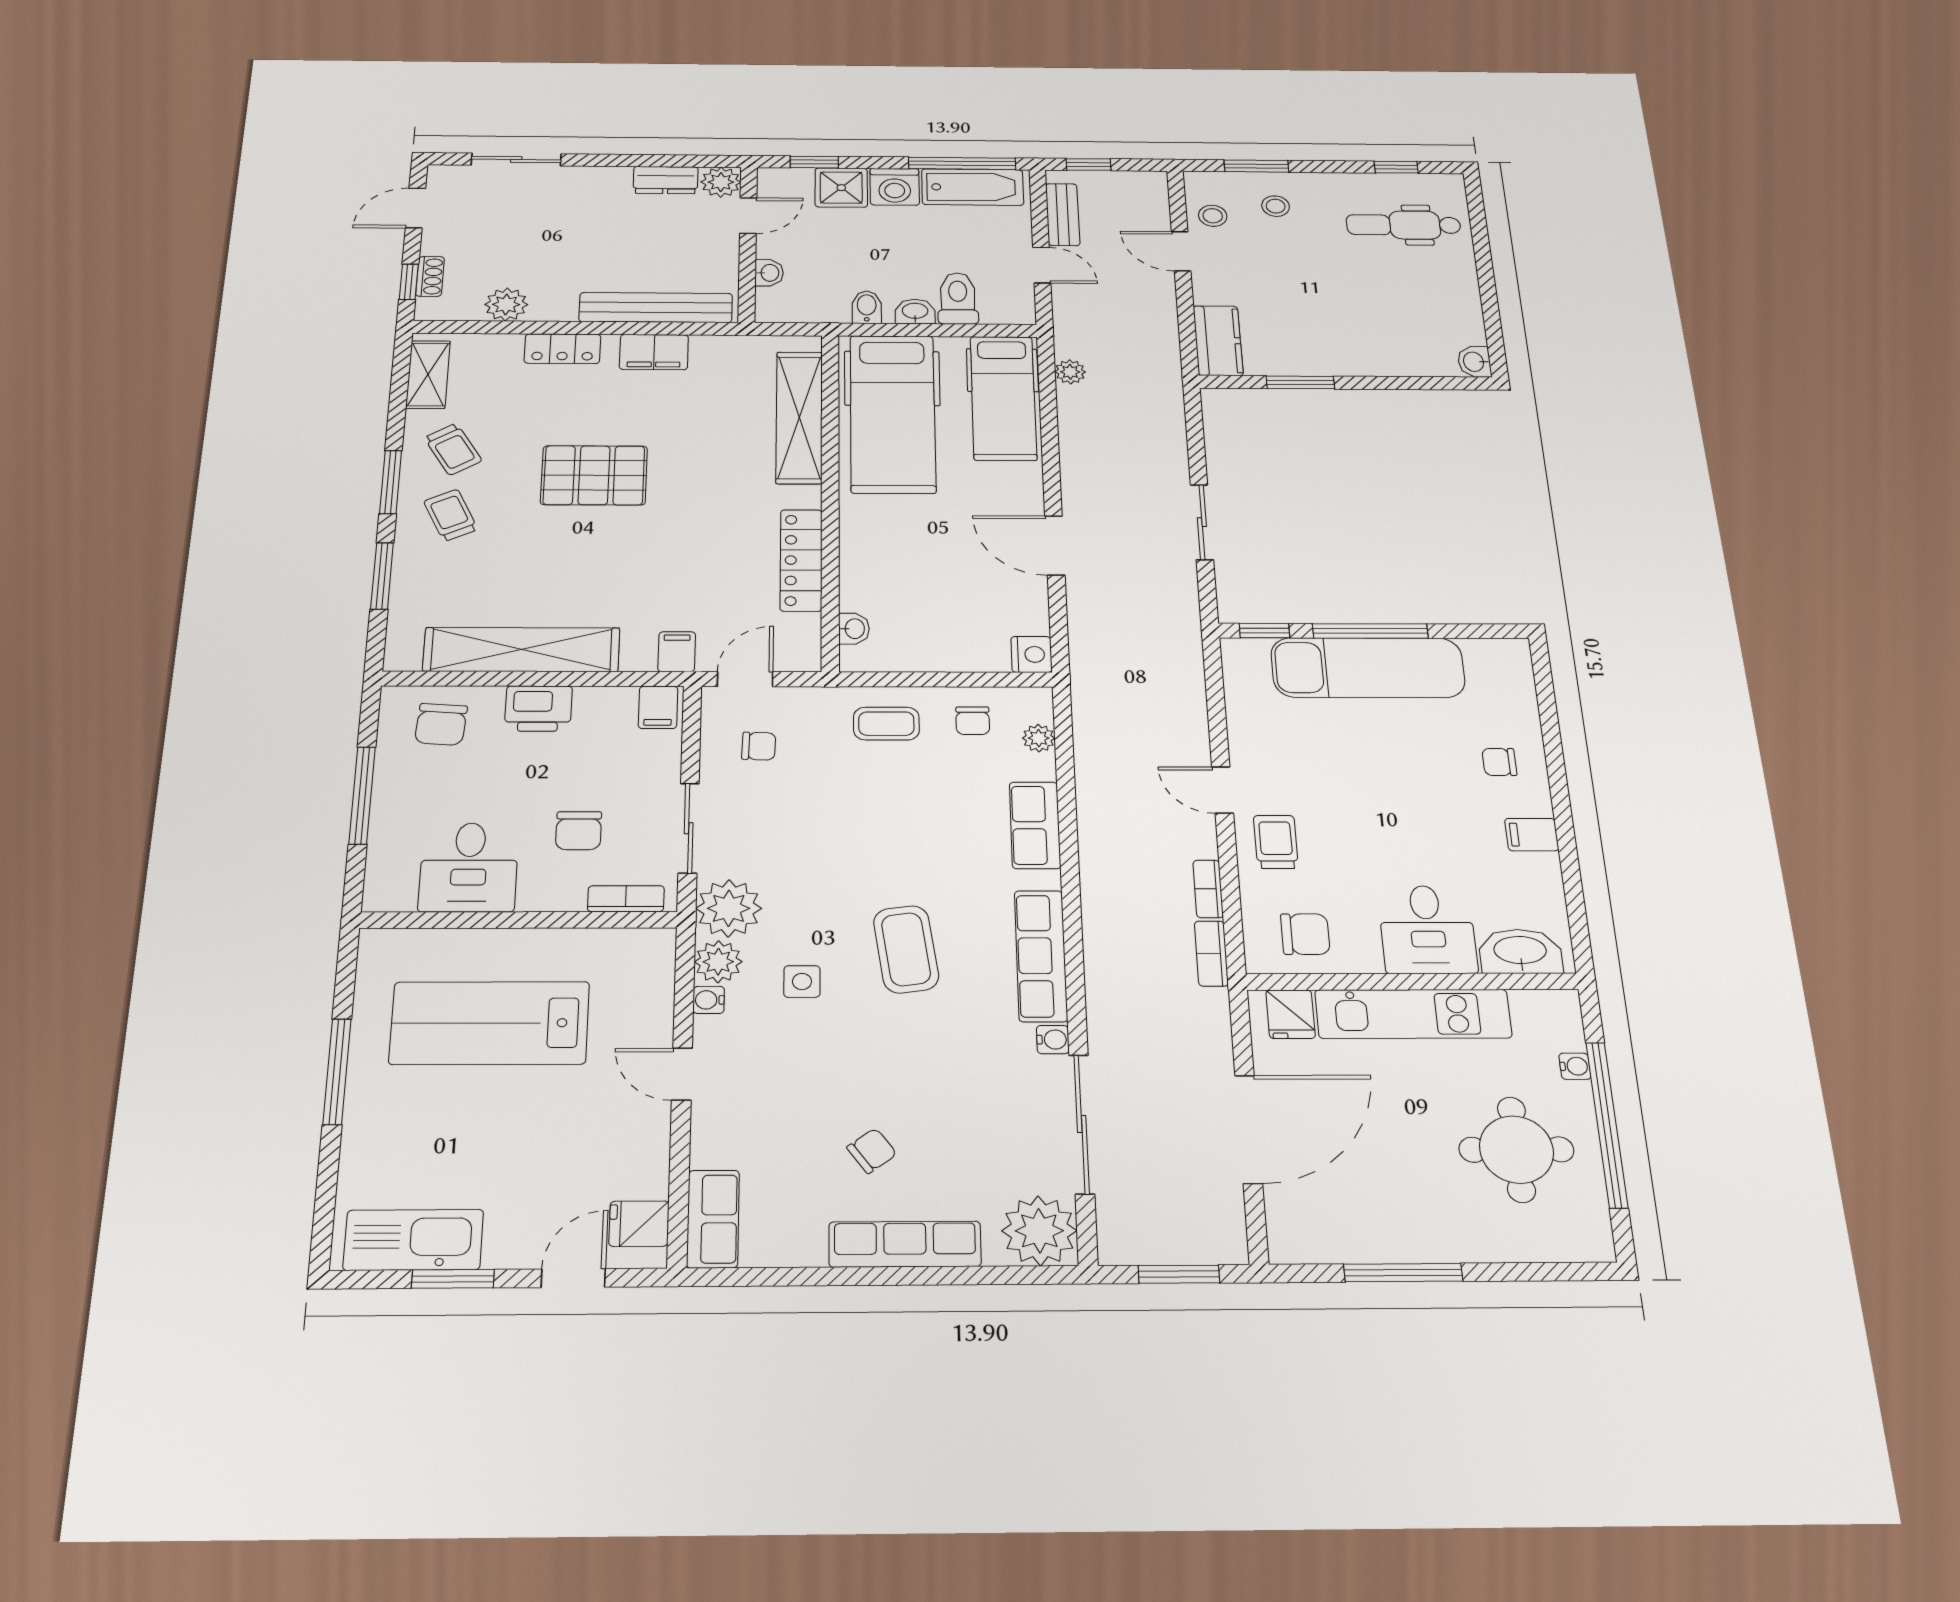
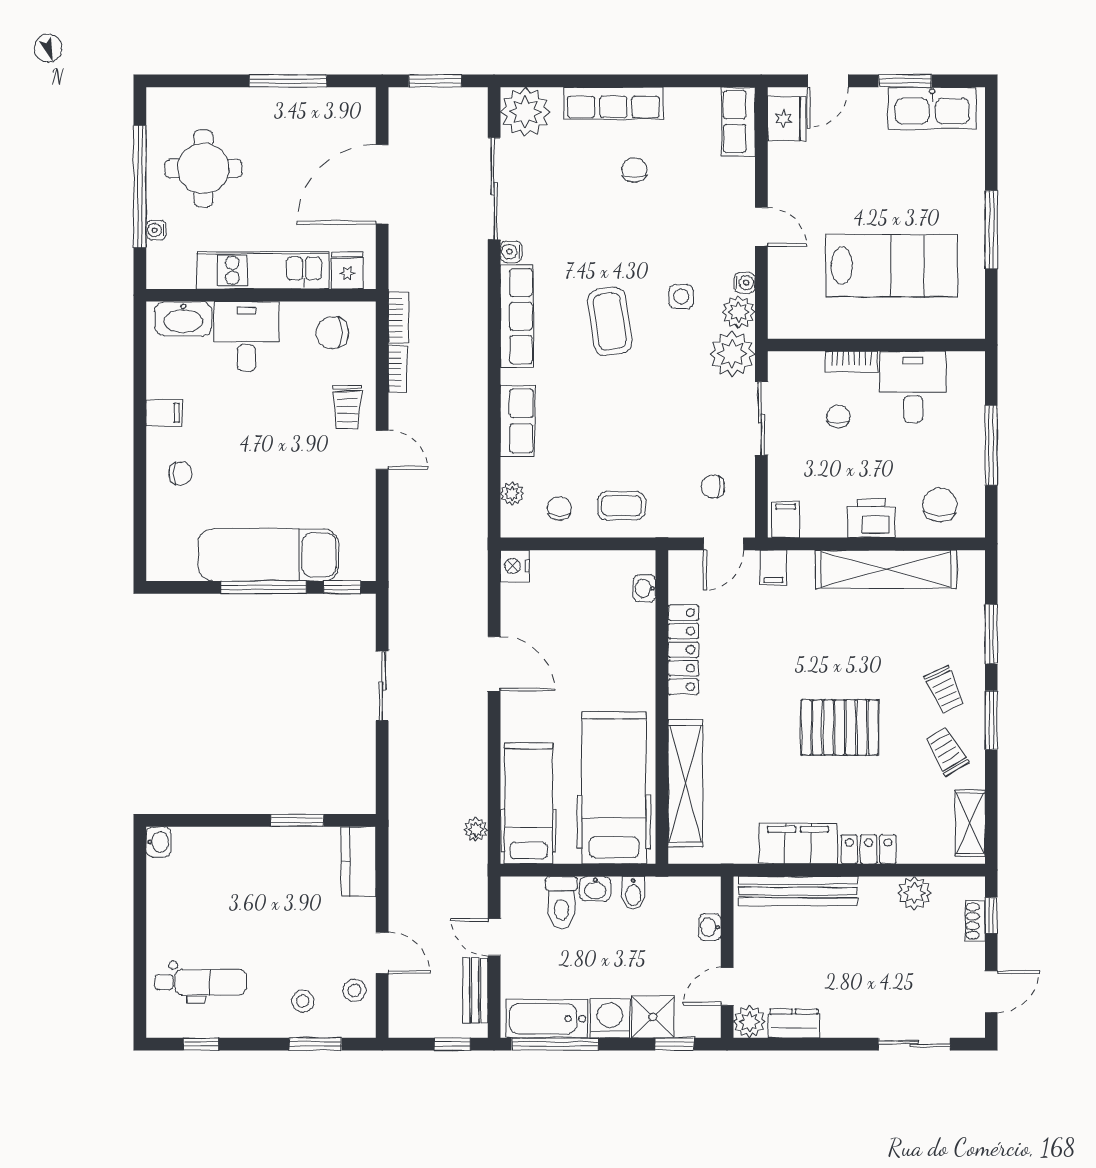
filing cabinet: (654, 352) -> (798, 844), width x1.50, depth x1.17
chair: (579, 831) -> (838, 416), width x0.73, depth x0.73
bookcase: (626, 899) -> (851, 362), moved
chair: (872, 1151) -> (634, 170), turned 126
fridge: (639, 1224) -> (787, 119), width x1.38

